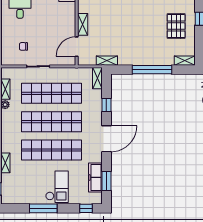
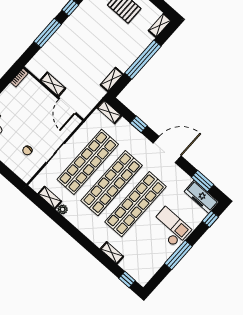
shelving: (107, 61) -> (112, 79), moved
door: (106, 139) -> (167, 150), hinge flipped
freezer: (95, 177) -> (202, 197), moved

